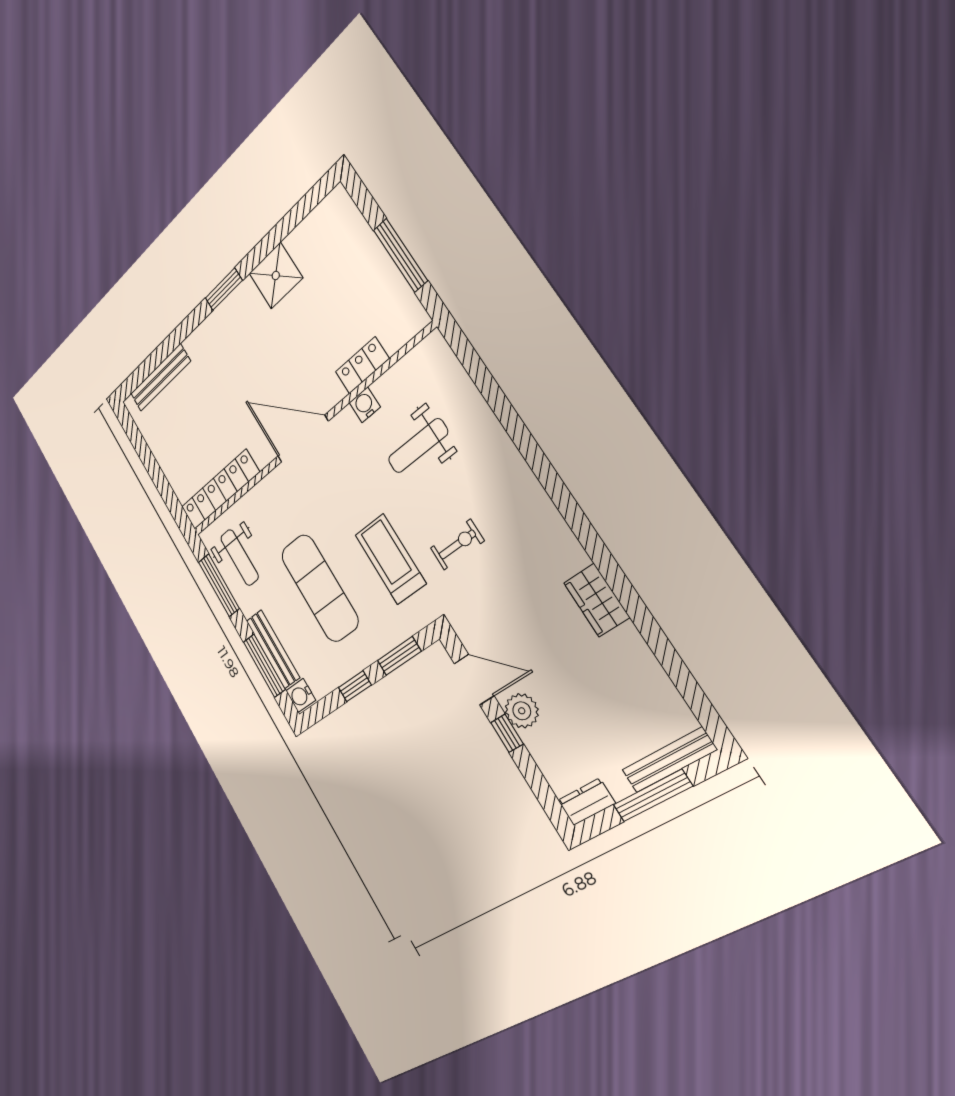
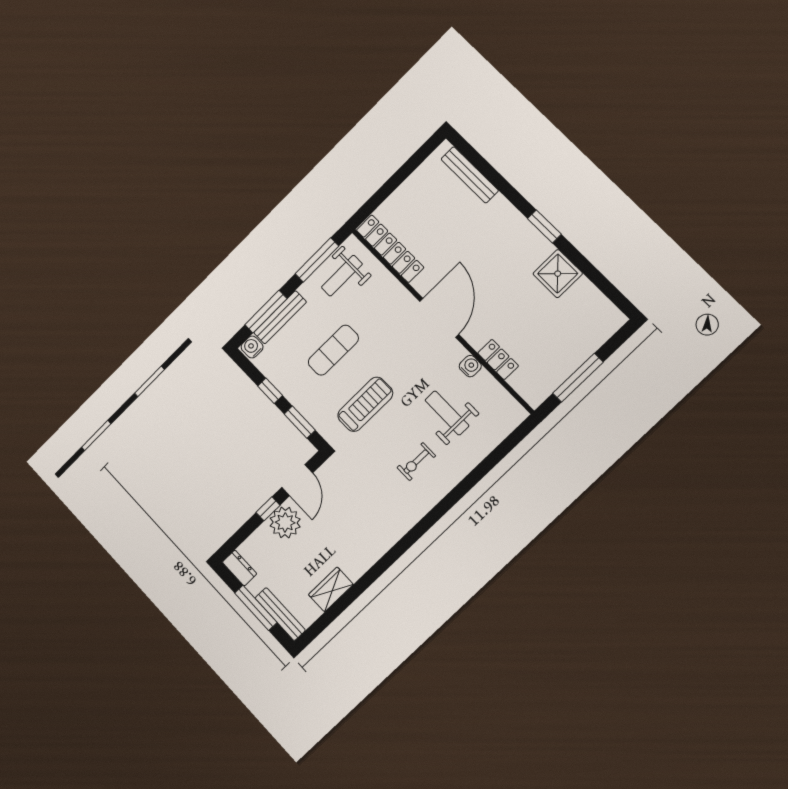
exercise bike: (457, 545) -> (416, 462), moved, turned 90
exercise mat: (320, 588) -> (333, 350), width x0.73, depth x0.69
wardrobe: (597, 600) -> (331, 589), moved
plant: (522, 711) -> (285, 523), width x1.36, depth x1.36

